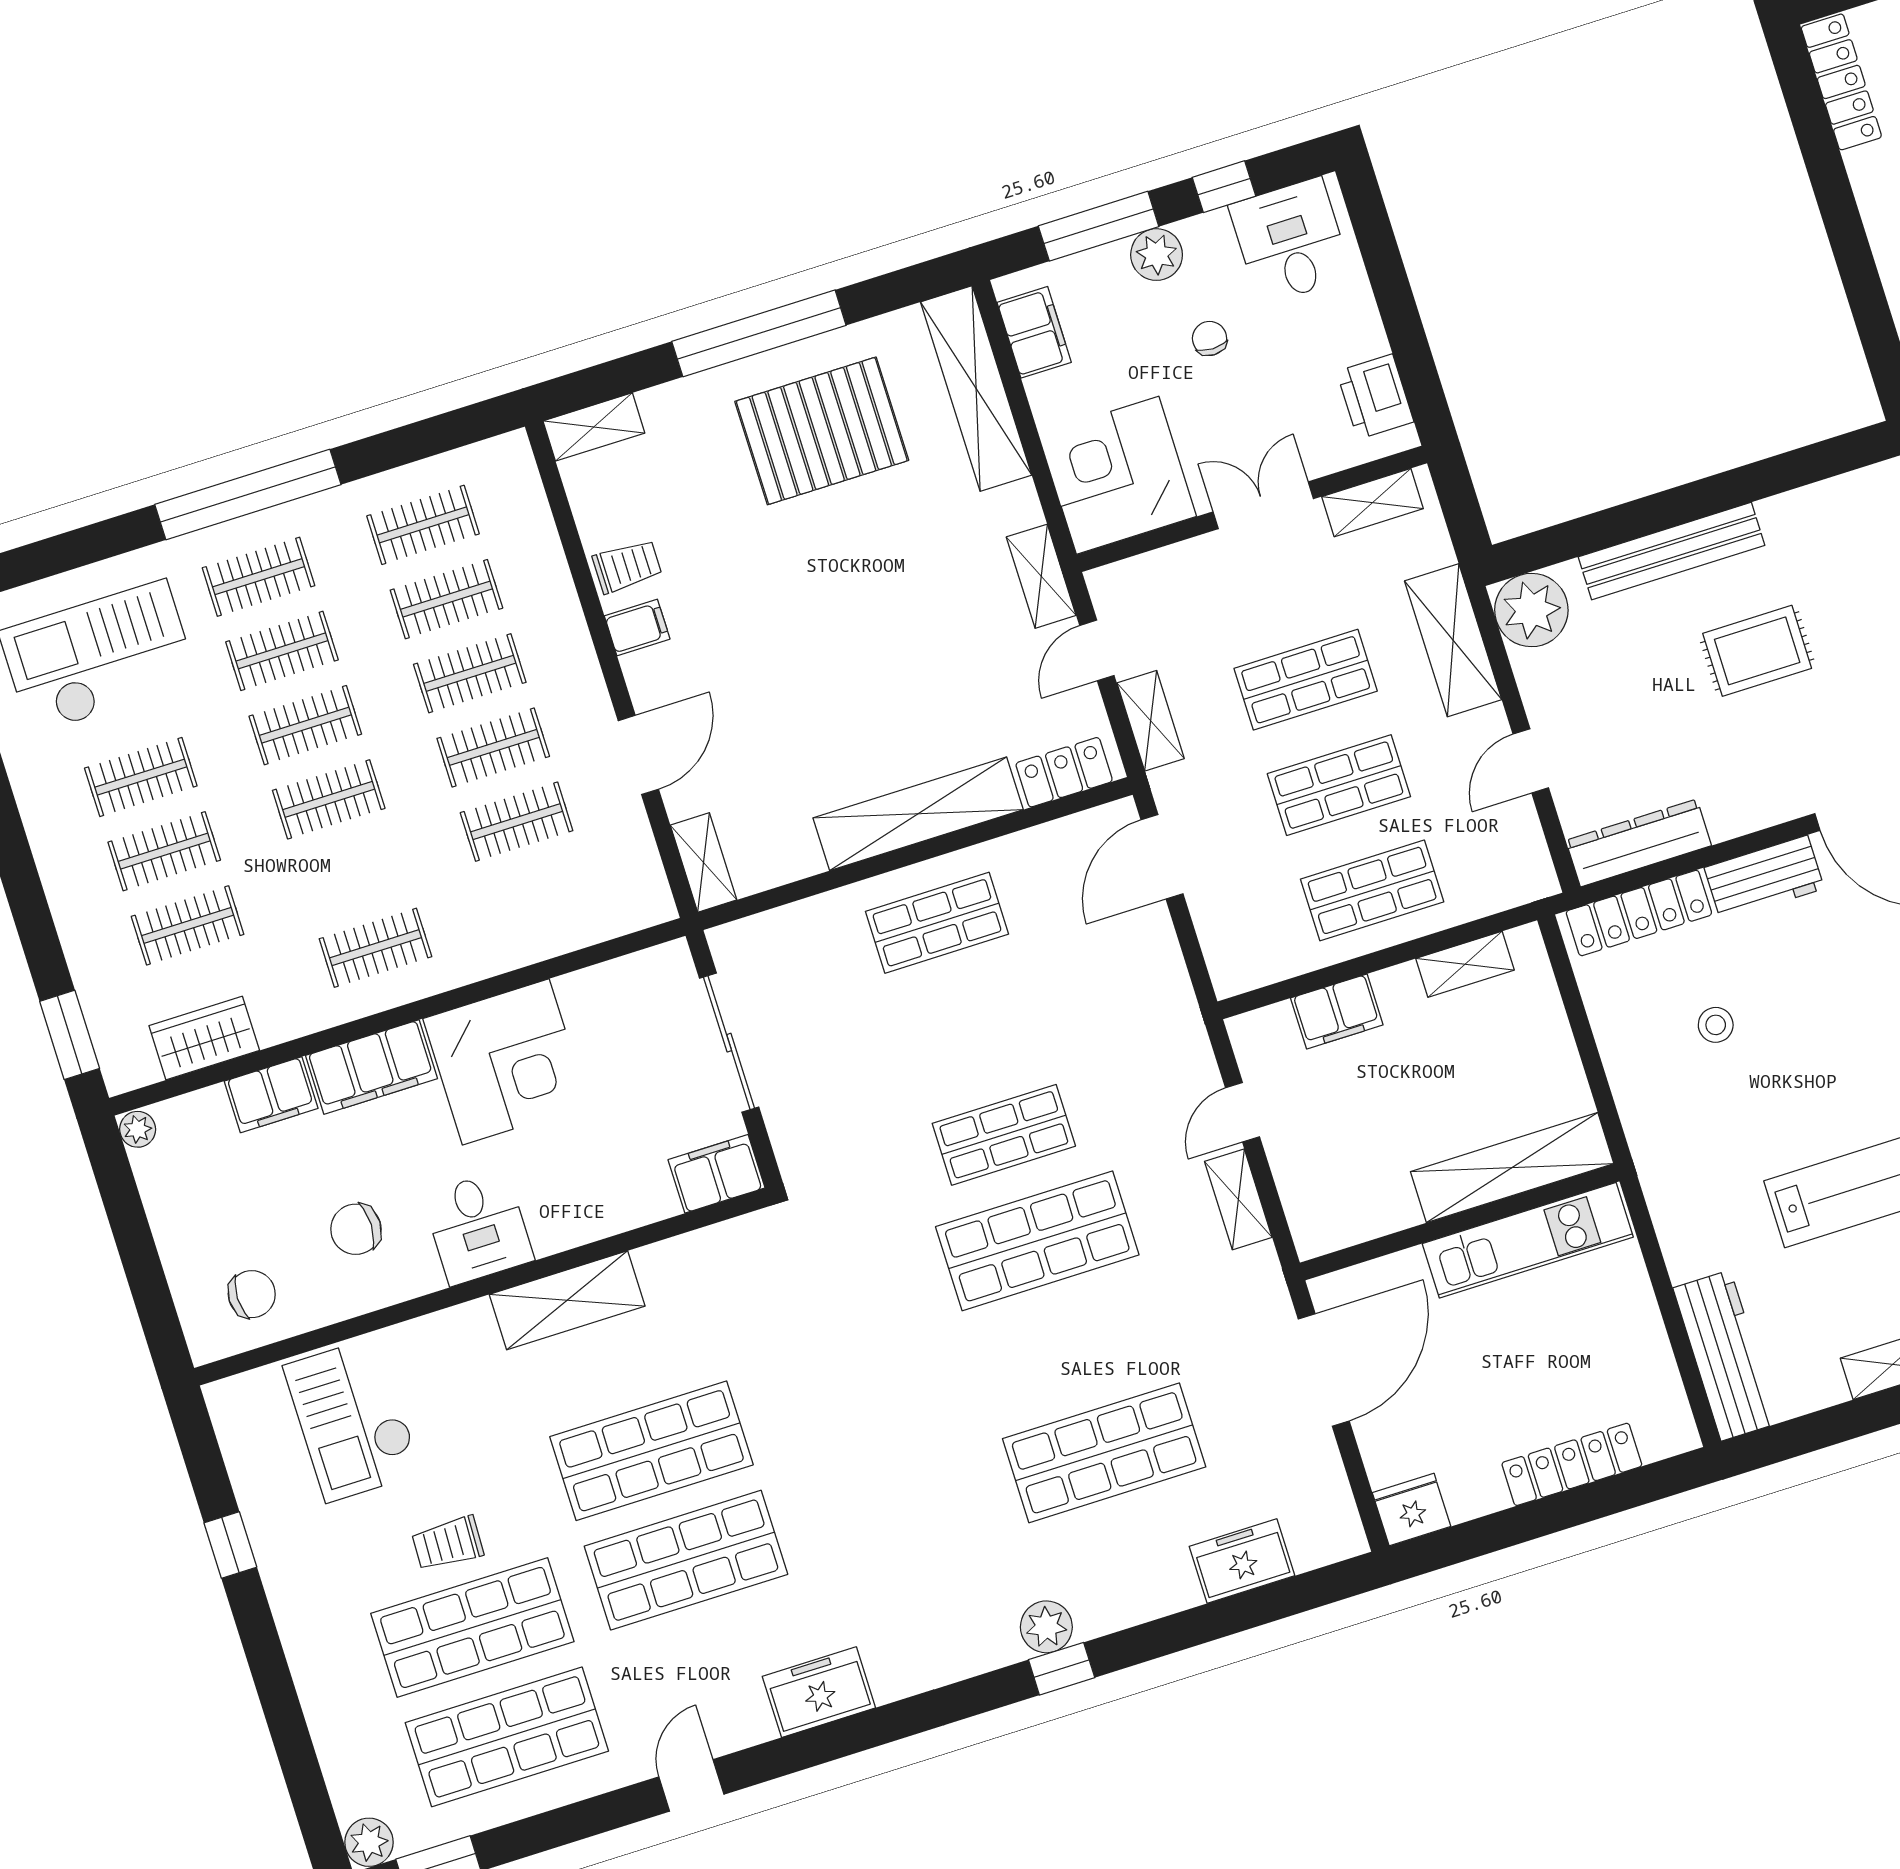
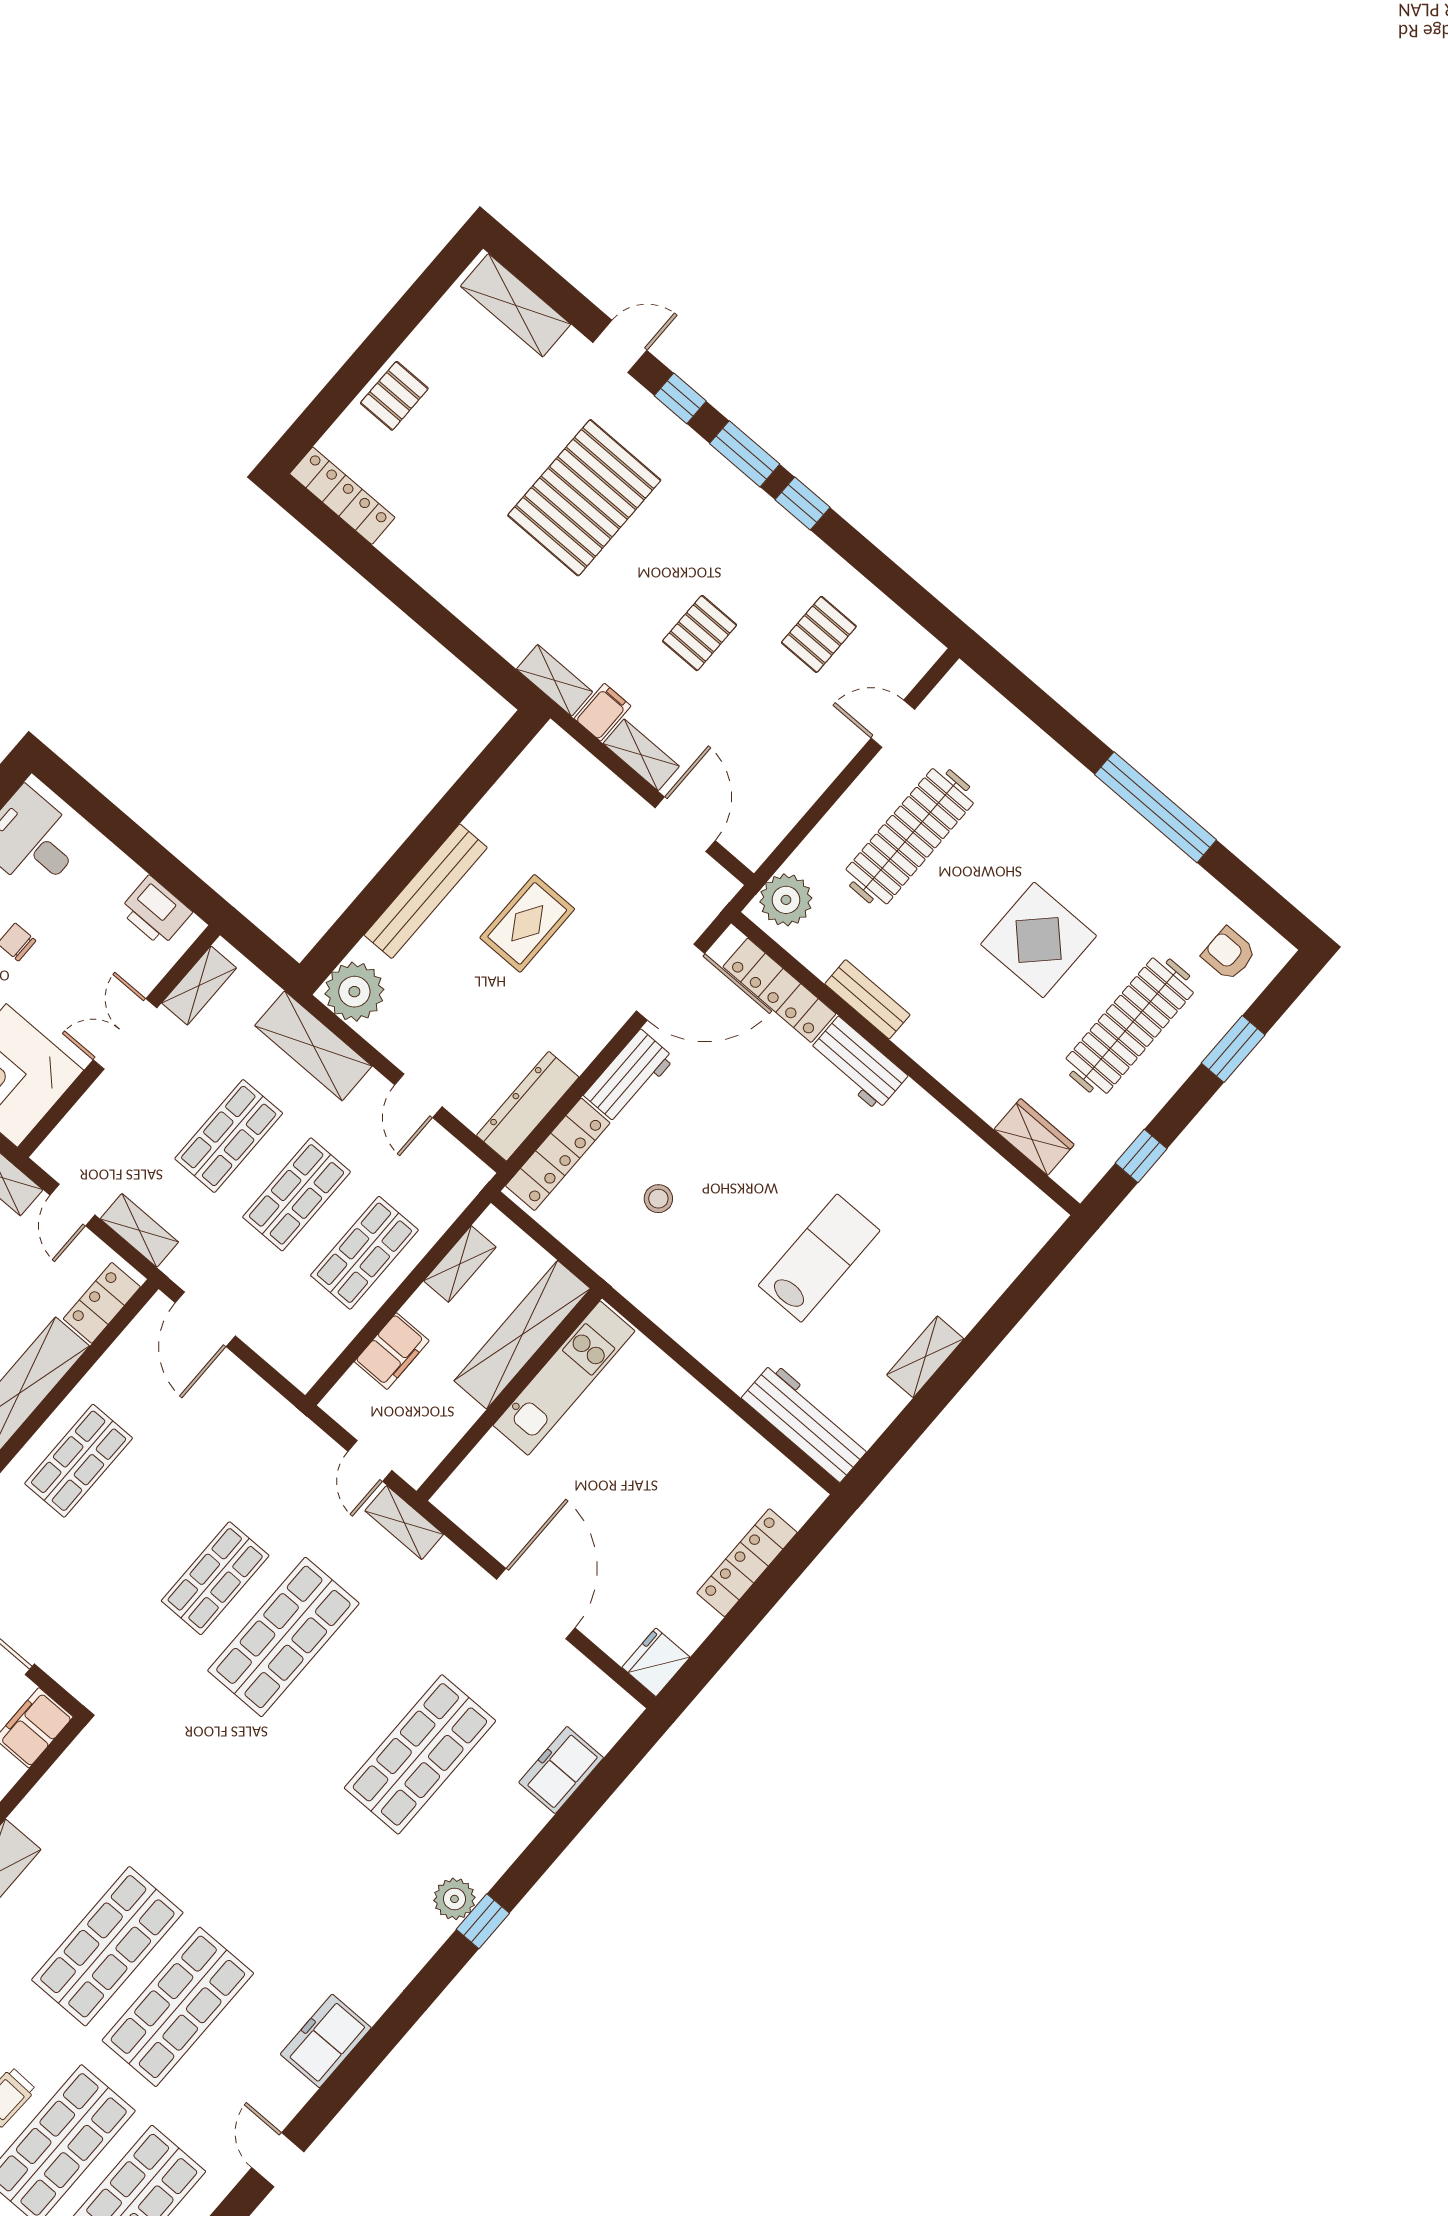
shelving: (1512, 1168) -> (522, 1335), moved
wall: (1460, 1222) -> (509, 1395), moved
kitchen unit: (1528, 1240) -> (564, 1378), moved

